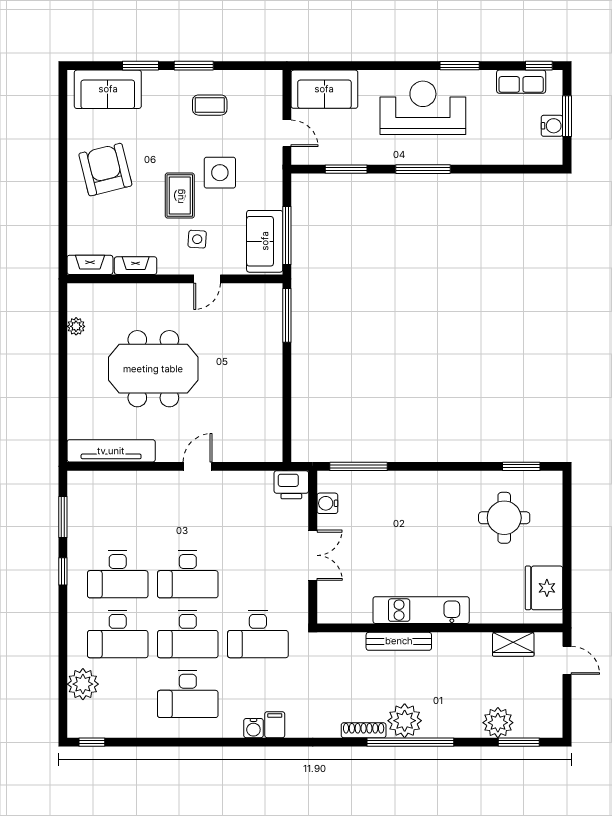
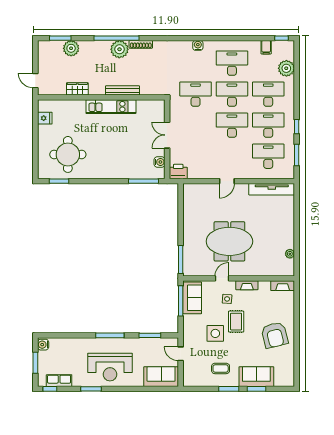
sofa: (108, 89) -> (256, 377), moved
water cooler: (552, 126) -> (43, 345), moved
fireplace: (136, 266) -> (247, 285), moved
meeting table: (153, 369) -> (229, 241), moved
desk: (118, 514) -> (268, 156), added
round table: (504, 518) -> (68, 154), width x1.36, depth x1.36
fridge: (544, 588) -> (45, 118), width x0.53, depth x0.75
wardrobe: (513, 644) -> (77, 89), moved
filing cabinet: (275, 725) -> (266, 47), moved

